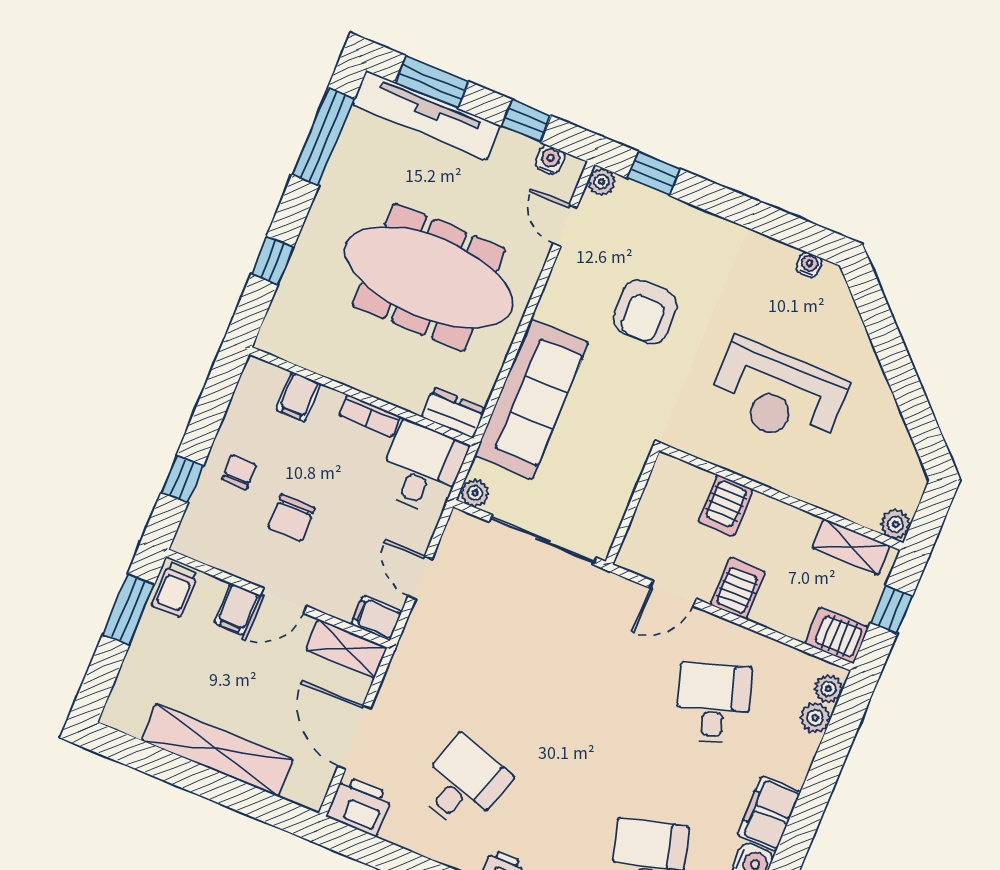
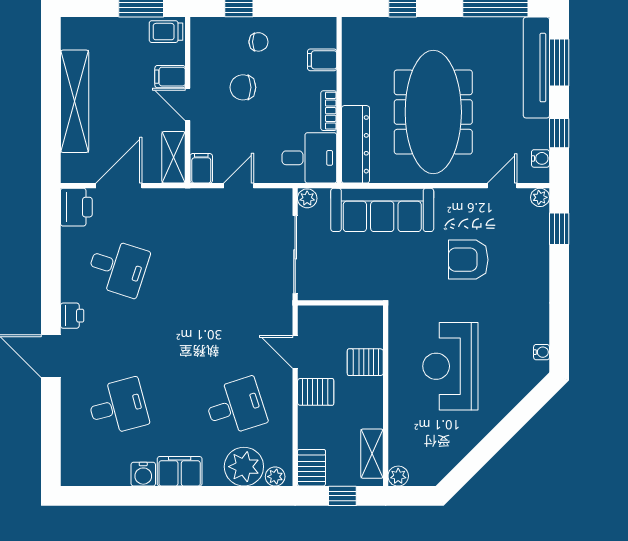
dresser: (453, 413) -> (355, 144), width x1.96, depth x1.24
plant: (815, 718) -> (244, 467), width x1.87, depth x1.87

